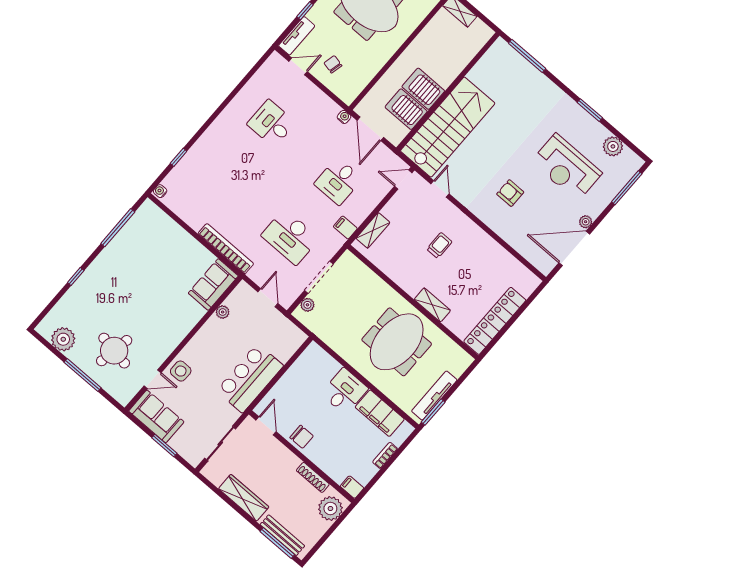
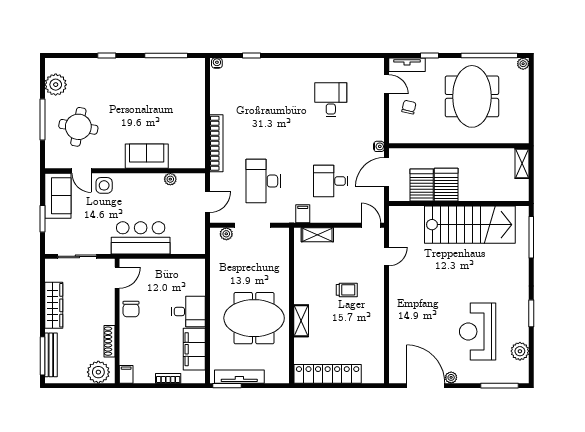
stairs: (448, 127) -> (470, 225), moved
armchair: (510, 193) -> (426, 308), removed
sofa: (213, 284) -> (147, 156), moved

